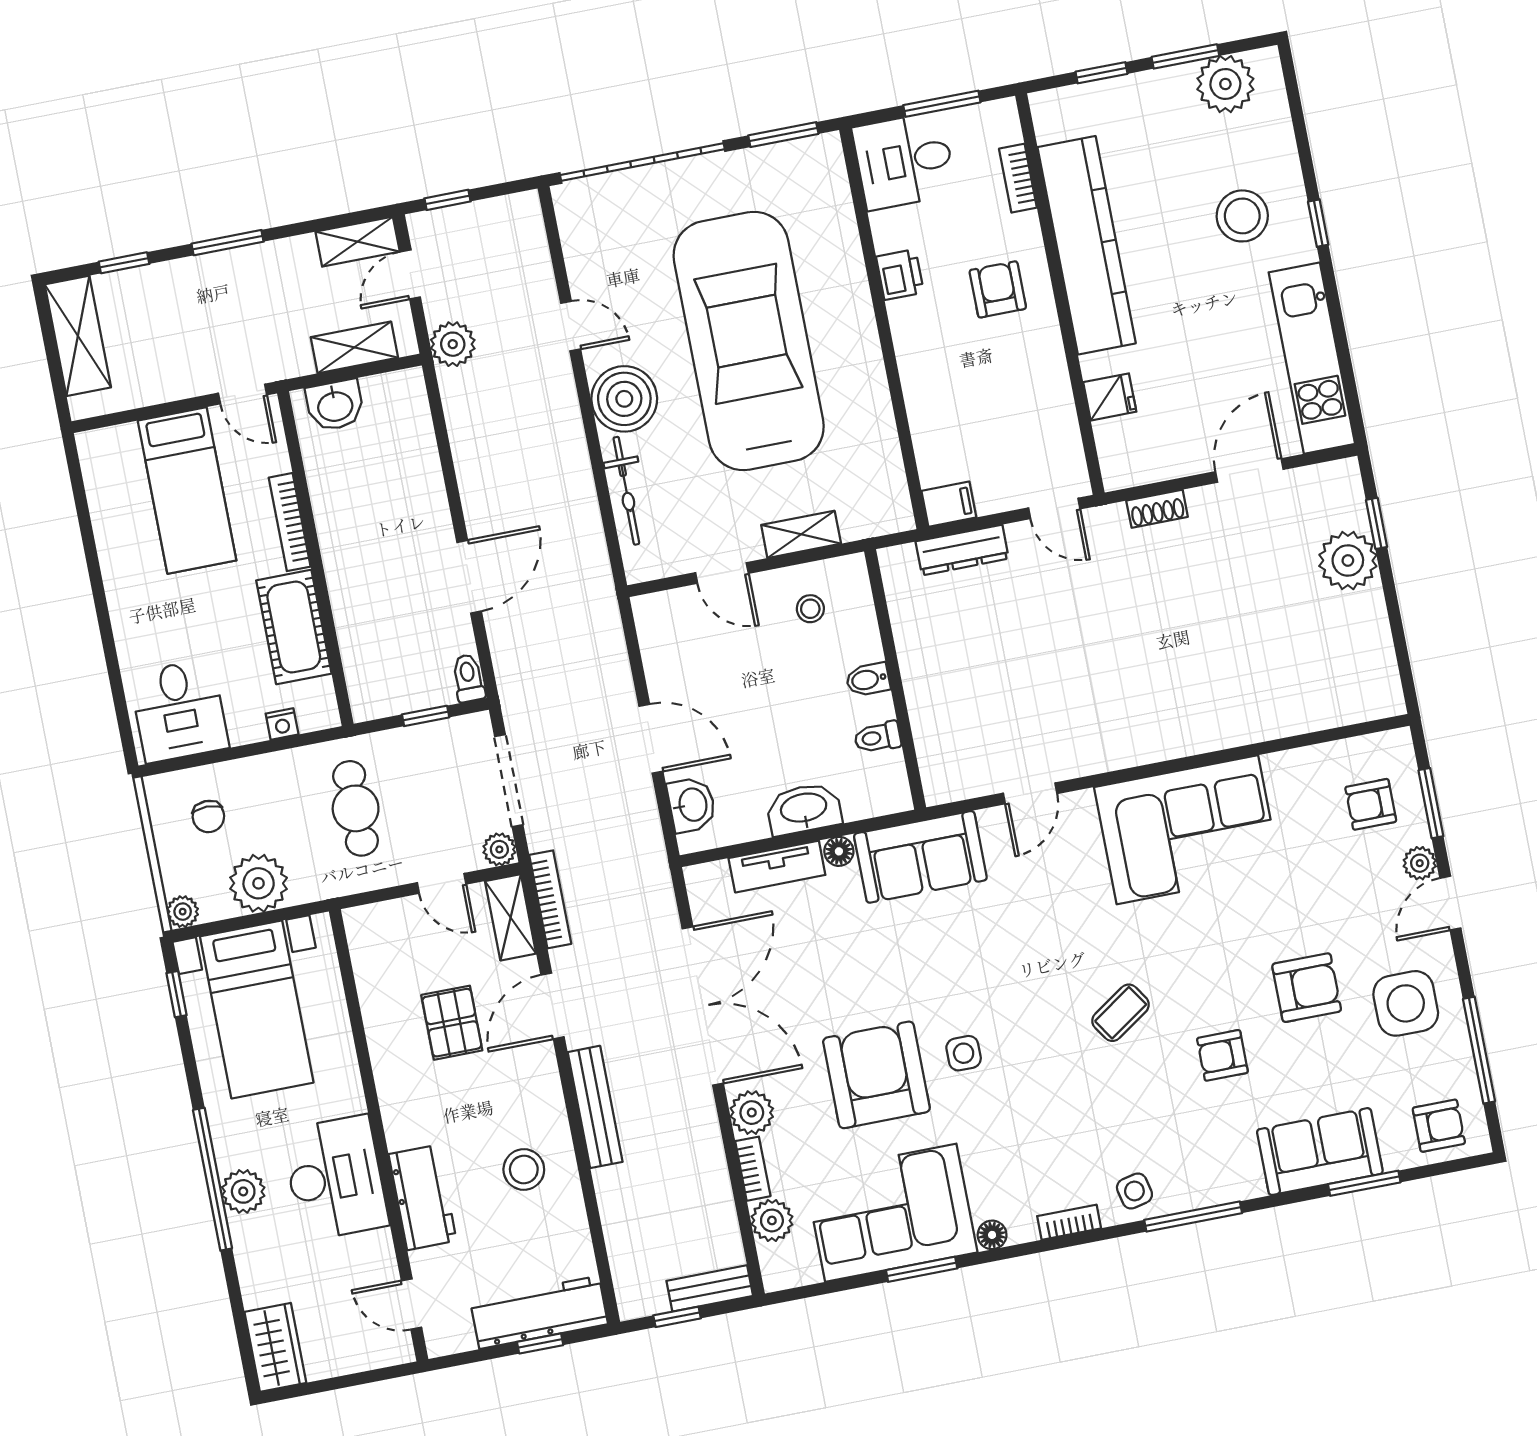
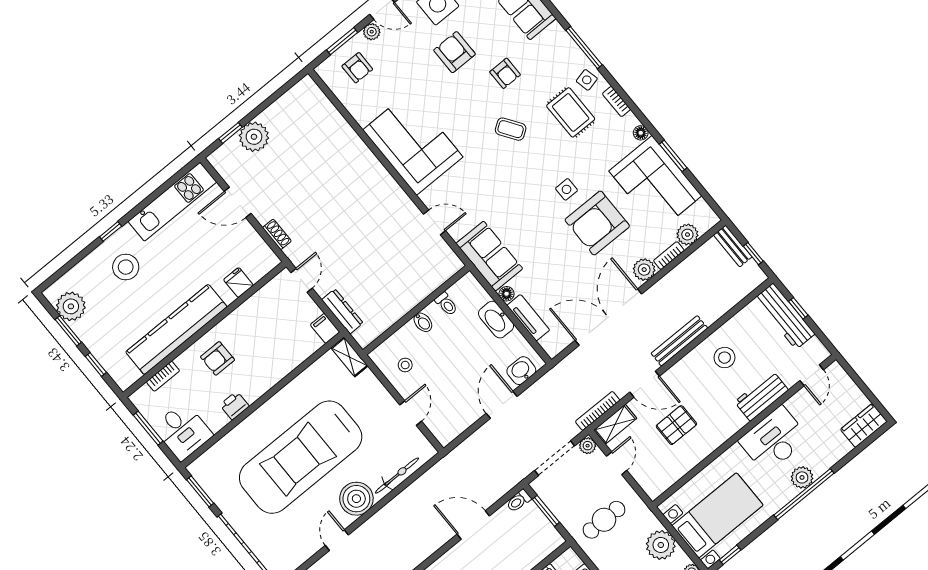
shelving: (801, 534) -> (349, 357), moved
window: (426, 716) -> (546, 511), width x1.50
rug: (1093, 1132) -> (571, 112), added

